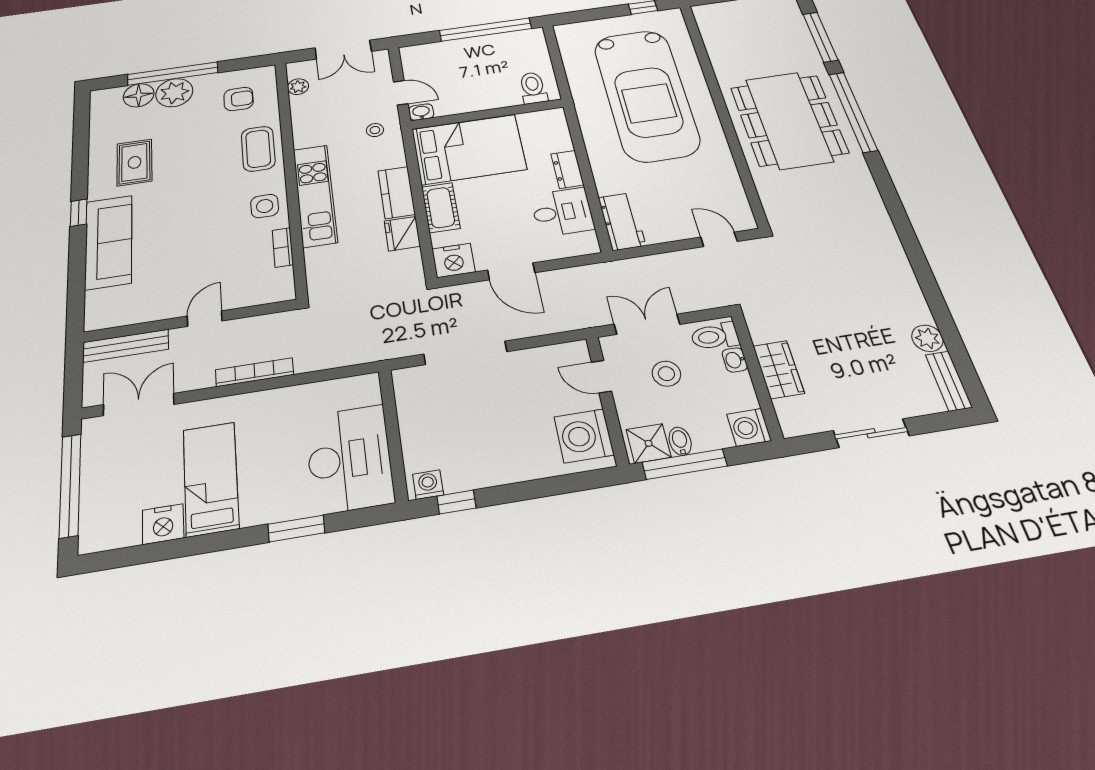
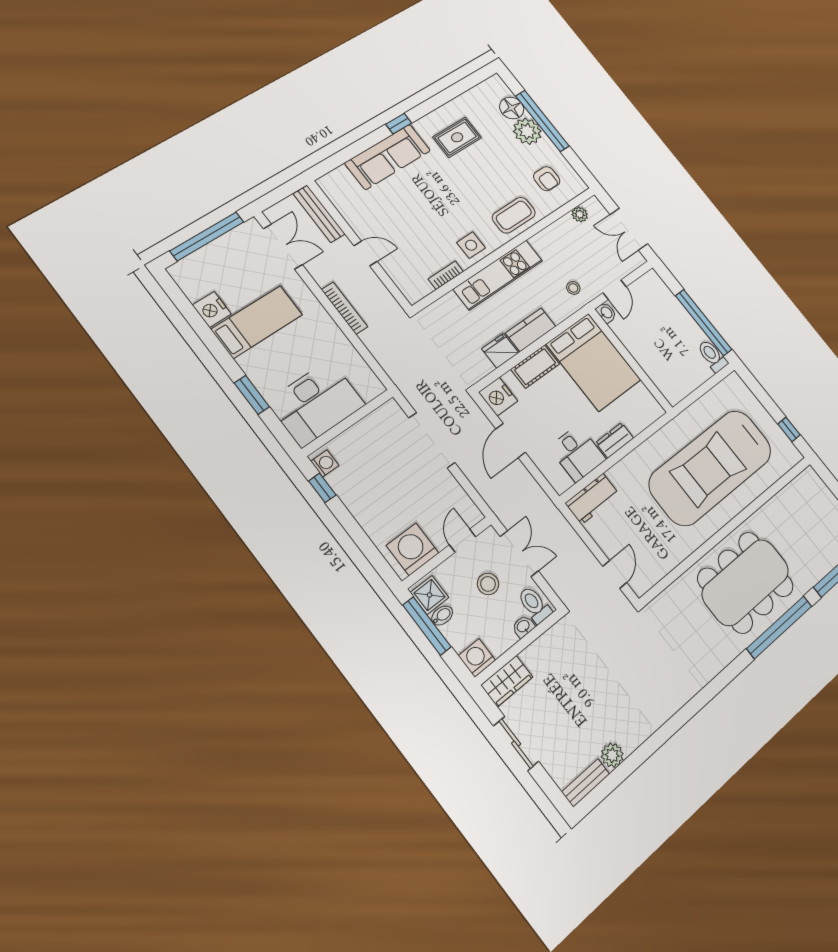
toilet: (533, 88) -> (712, 356), moved, turned -90
wardrobe: (779, 370) -> (507, 681), moved

